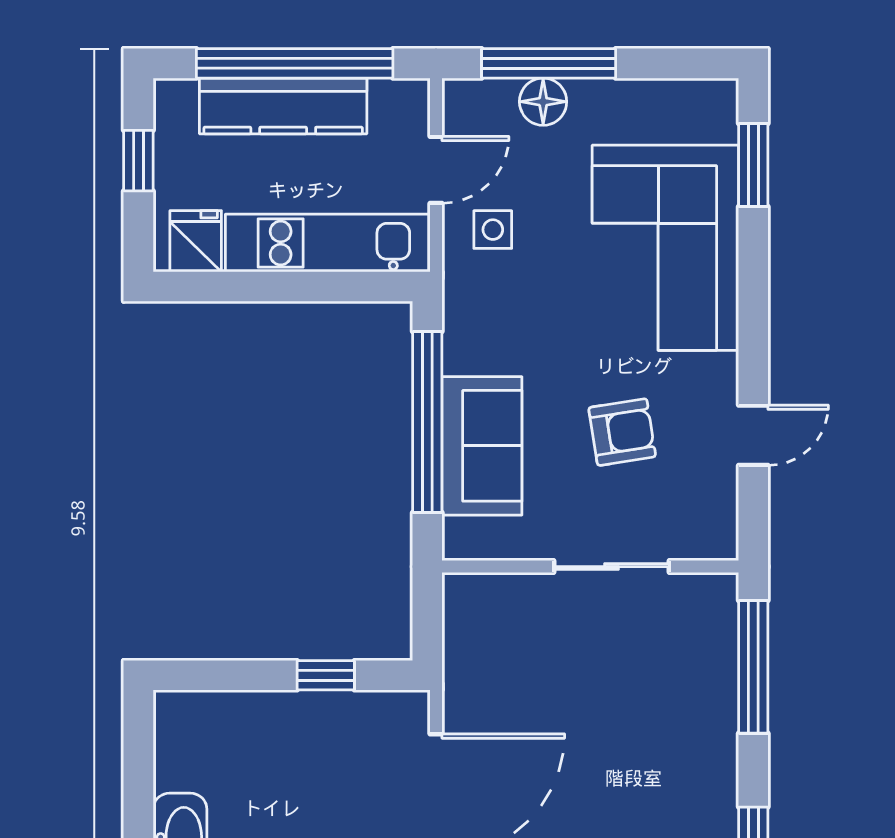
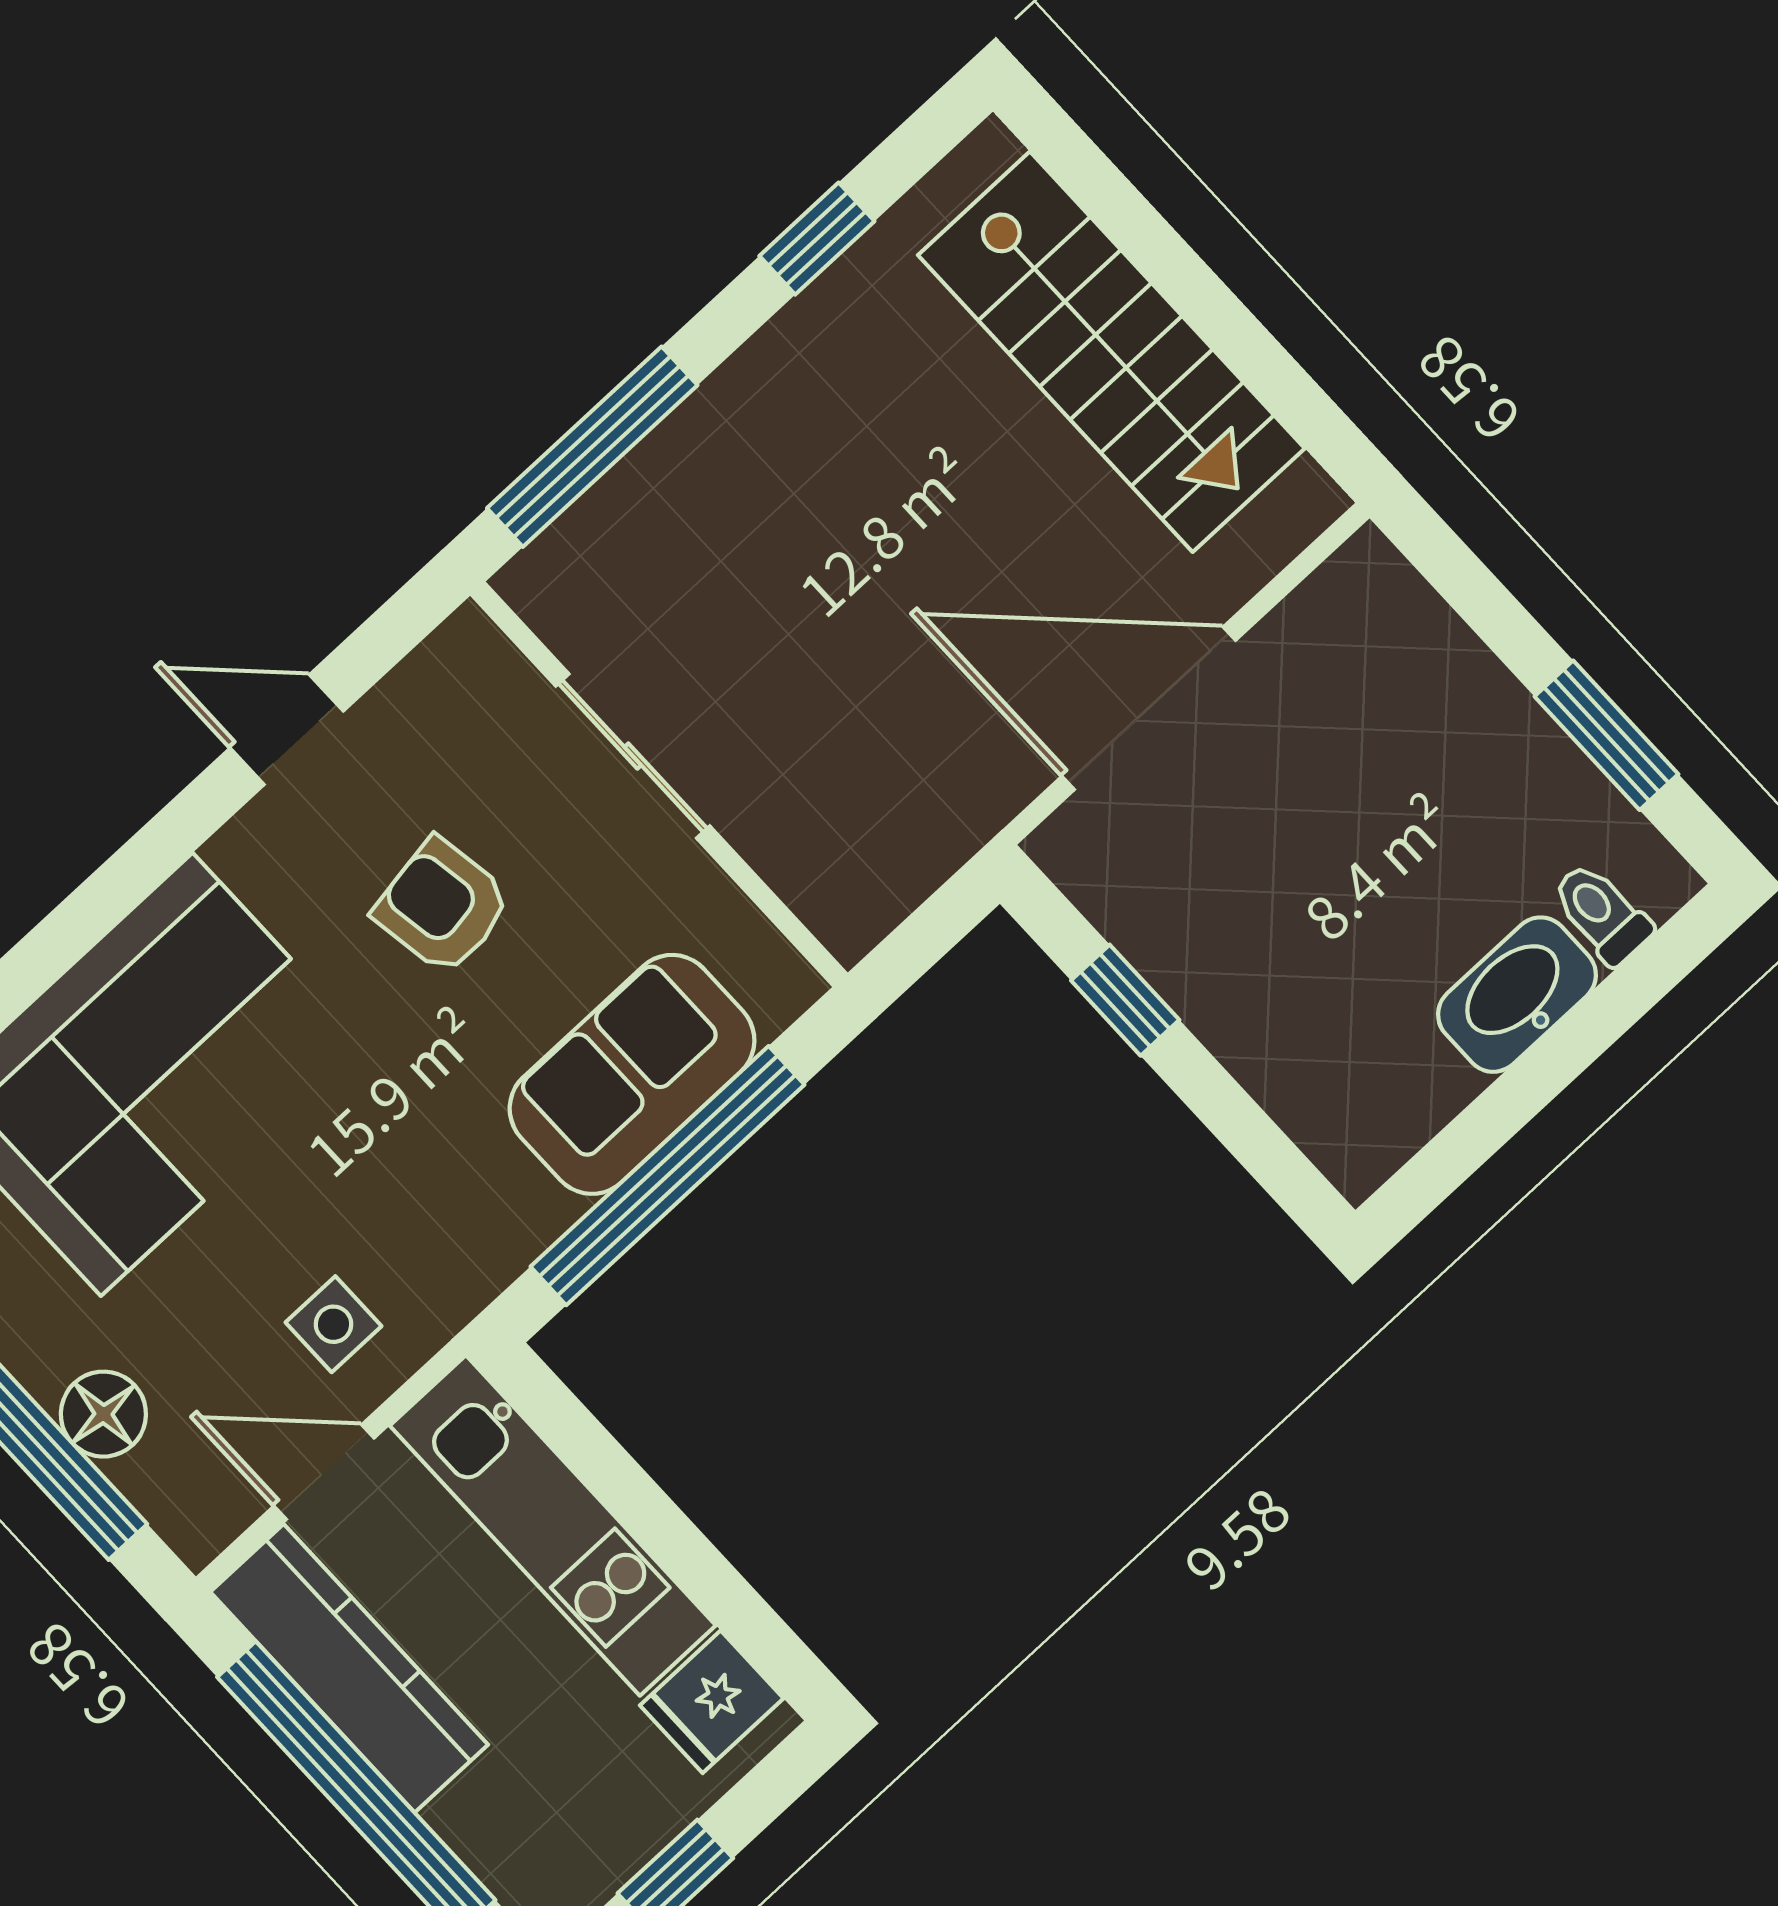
kitchen counter: (283, 106) -> (349, 1668), moved

